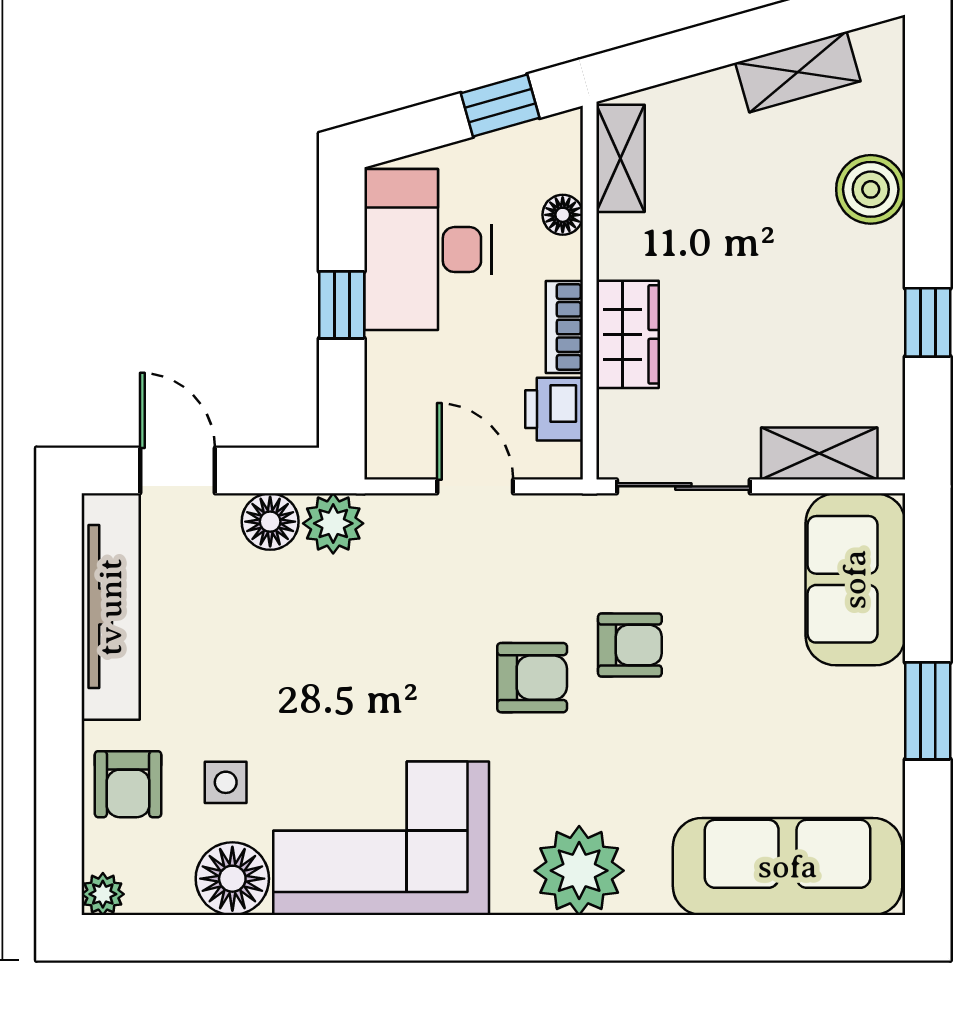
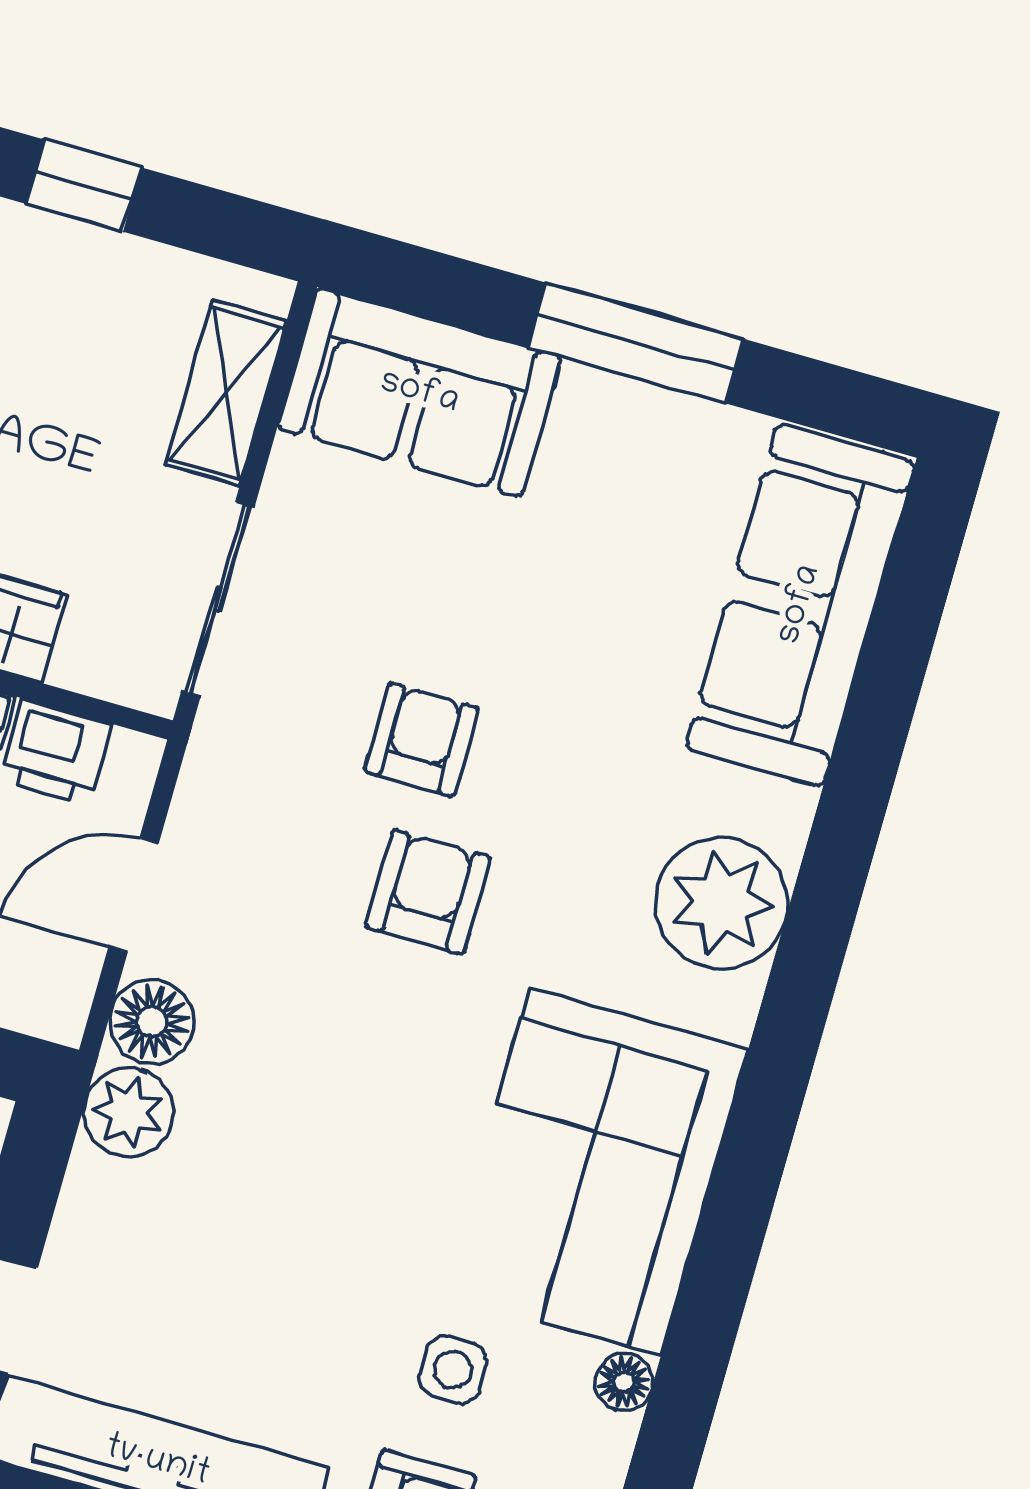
floor lamp: (270, 522) -> (151, 1022), moved
window: (928, 711) -> (636, 343), width x1.44
floor lamp: (232, 879) -> (624, 1382), width x0.53, depth x0.53

